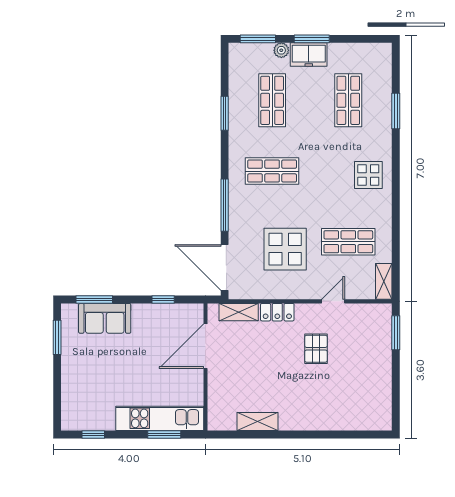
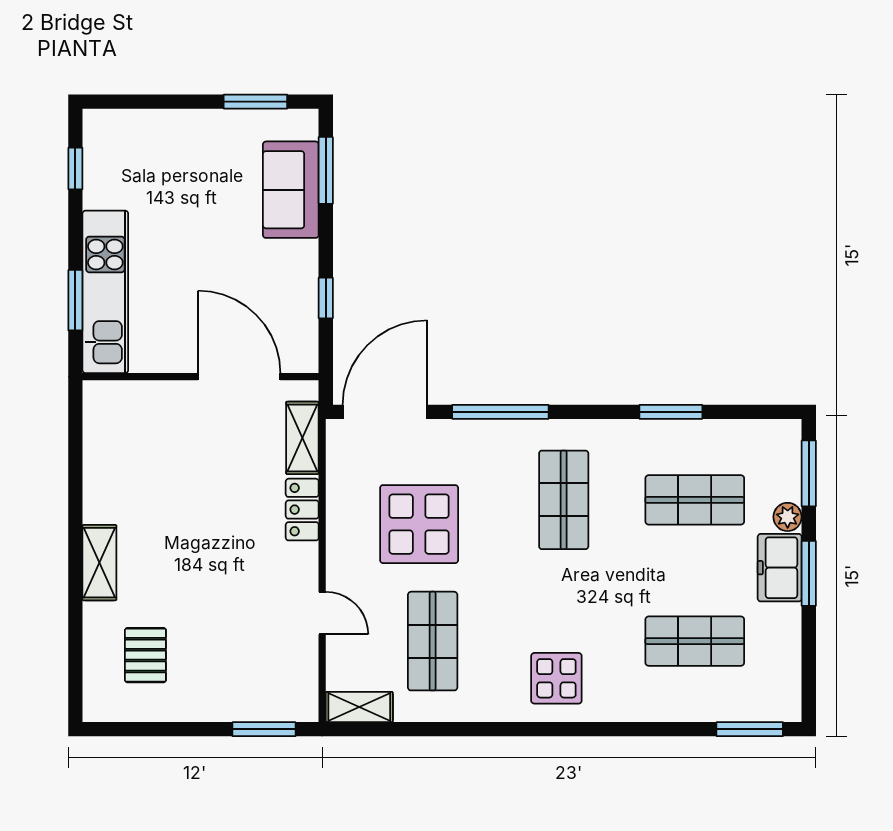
window: (396, 111) -> (750, 729), moved
pallet: (316, 349) -> (145, 655), moved, turned 90
shelving: (258, 422) -> (99, 563), moved

